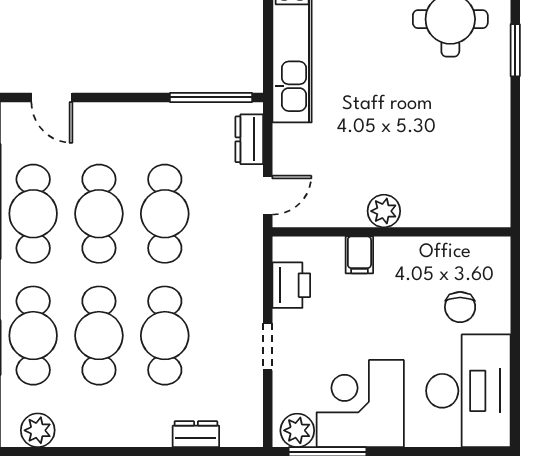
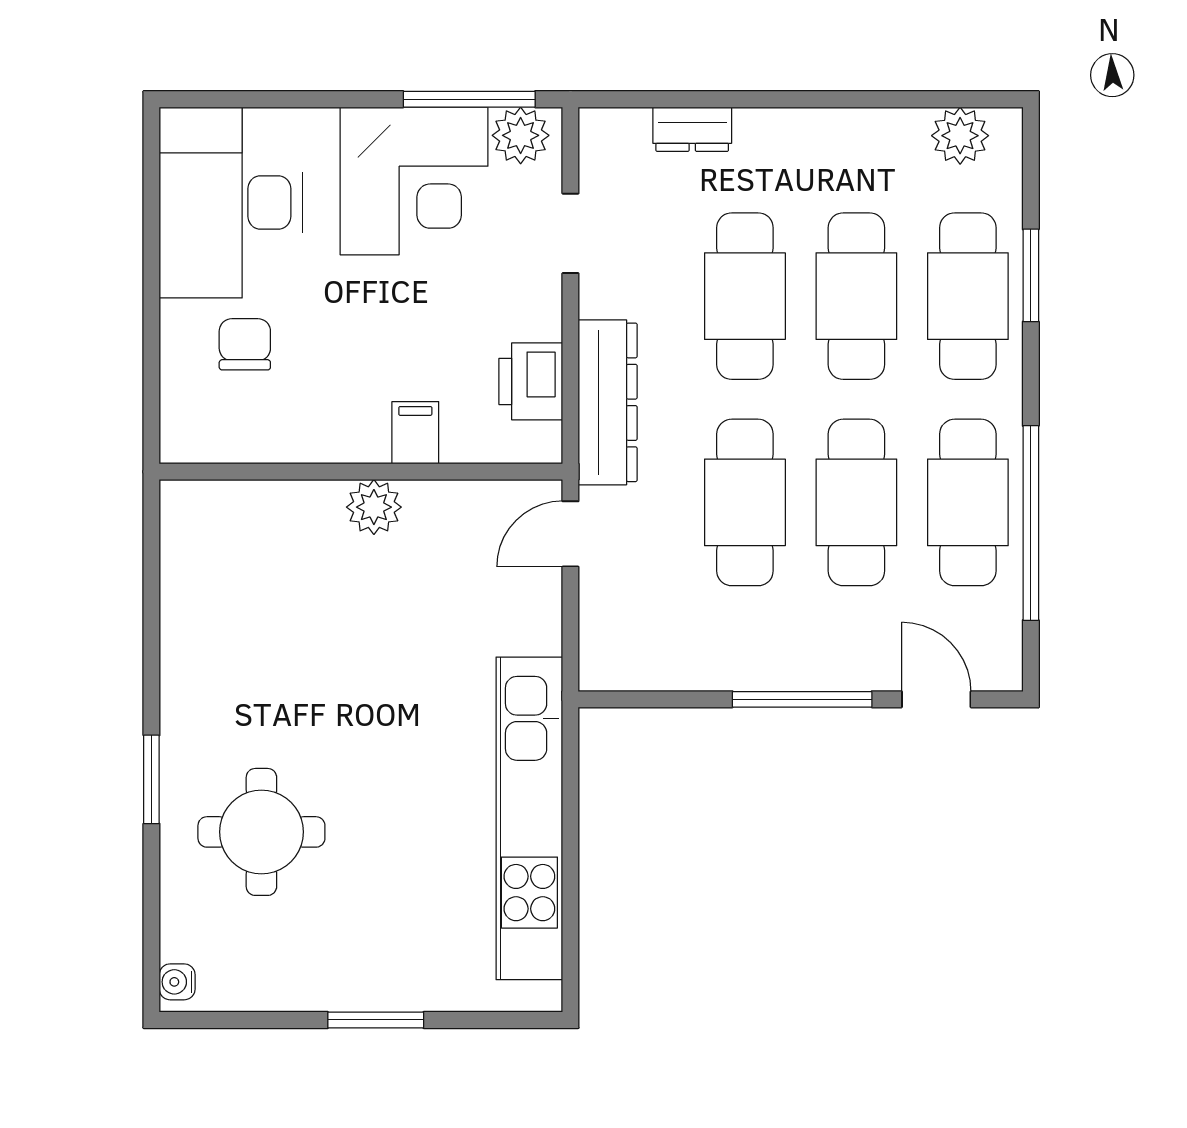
window: (211, 97) -> (802, 699), moved
dresser: (249, 139) -> (608, 402), moved, width x1.96, depth x1.24
doorway: (268, 347) -> (570, 233), moved

